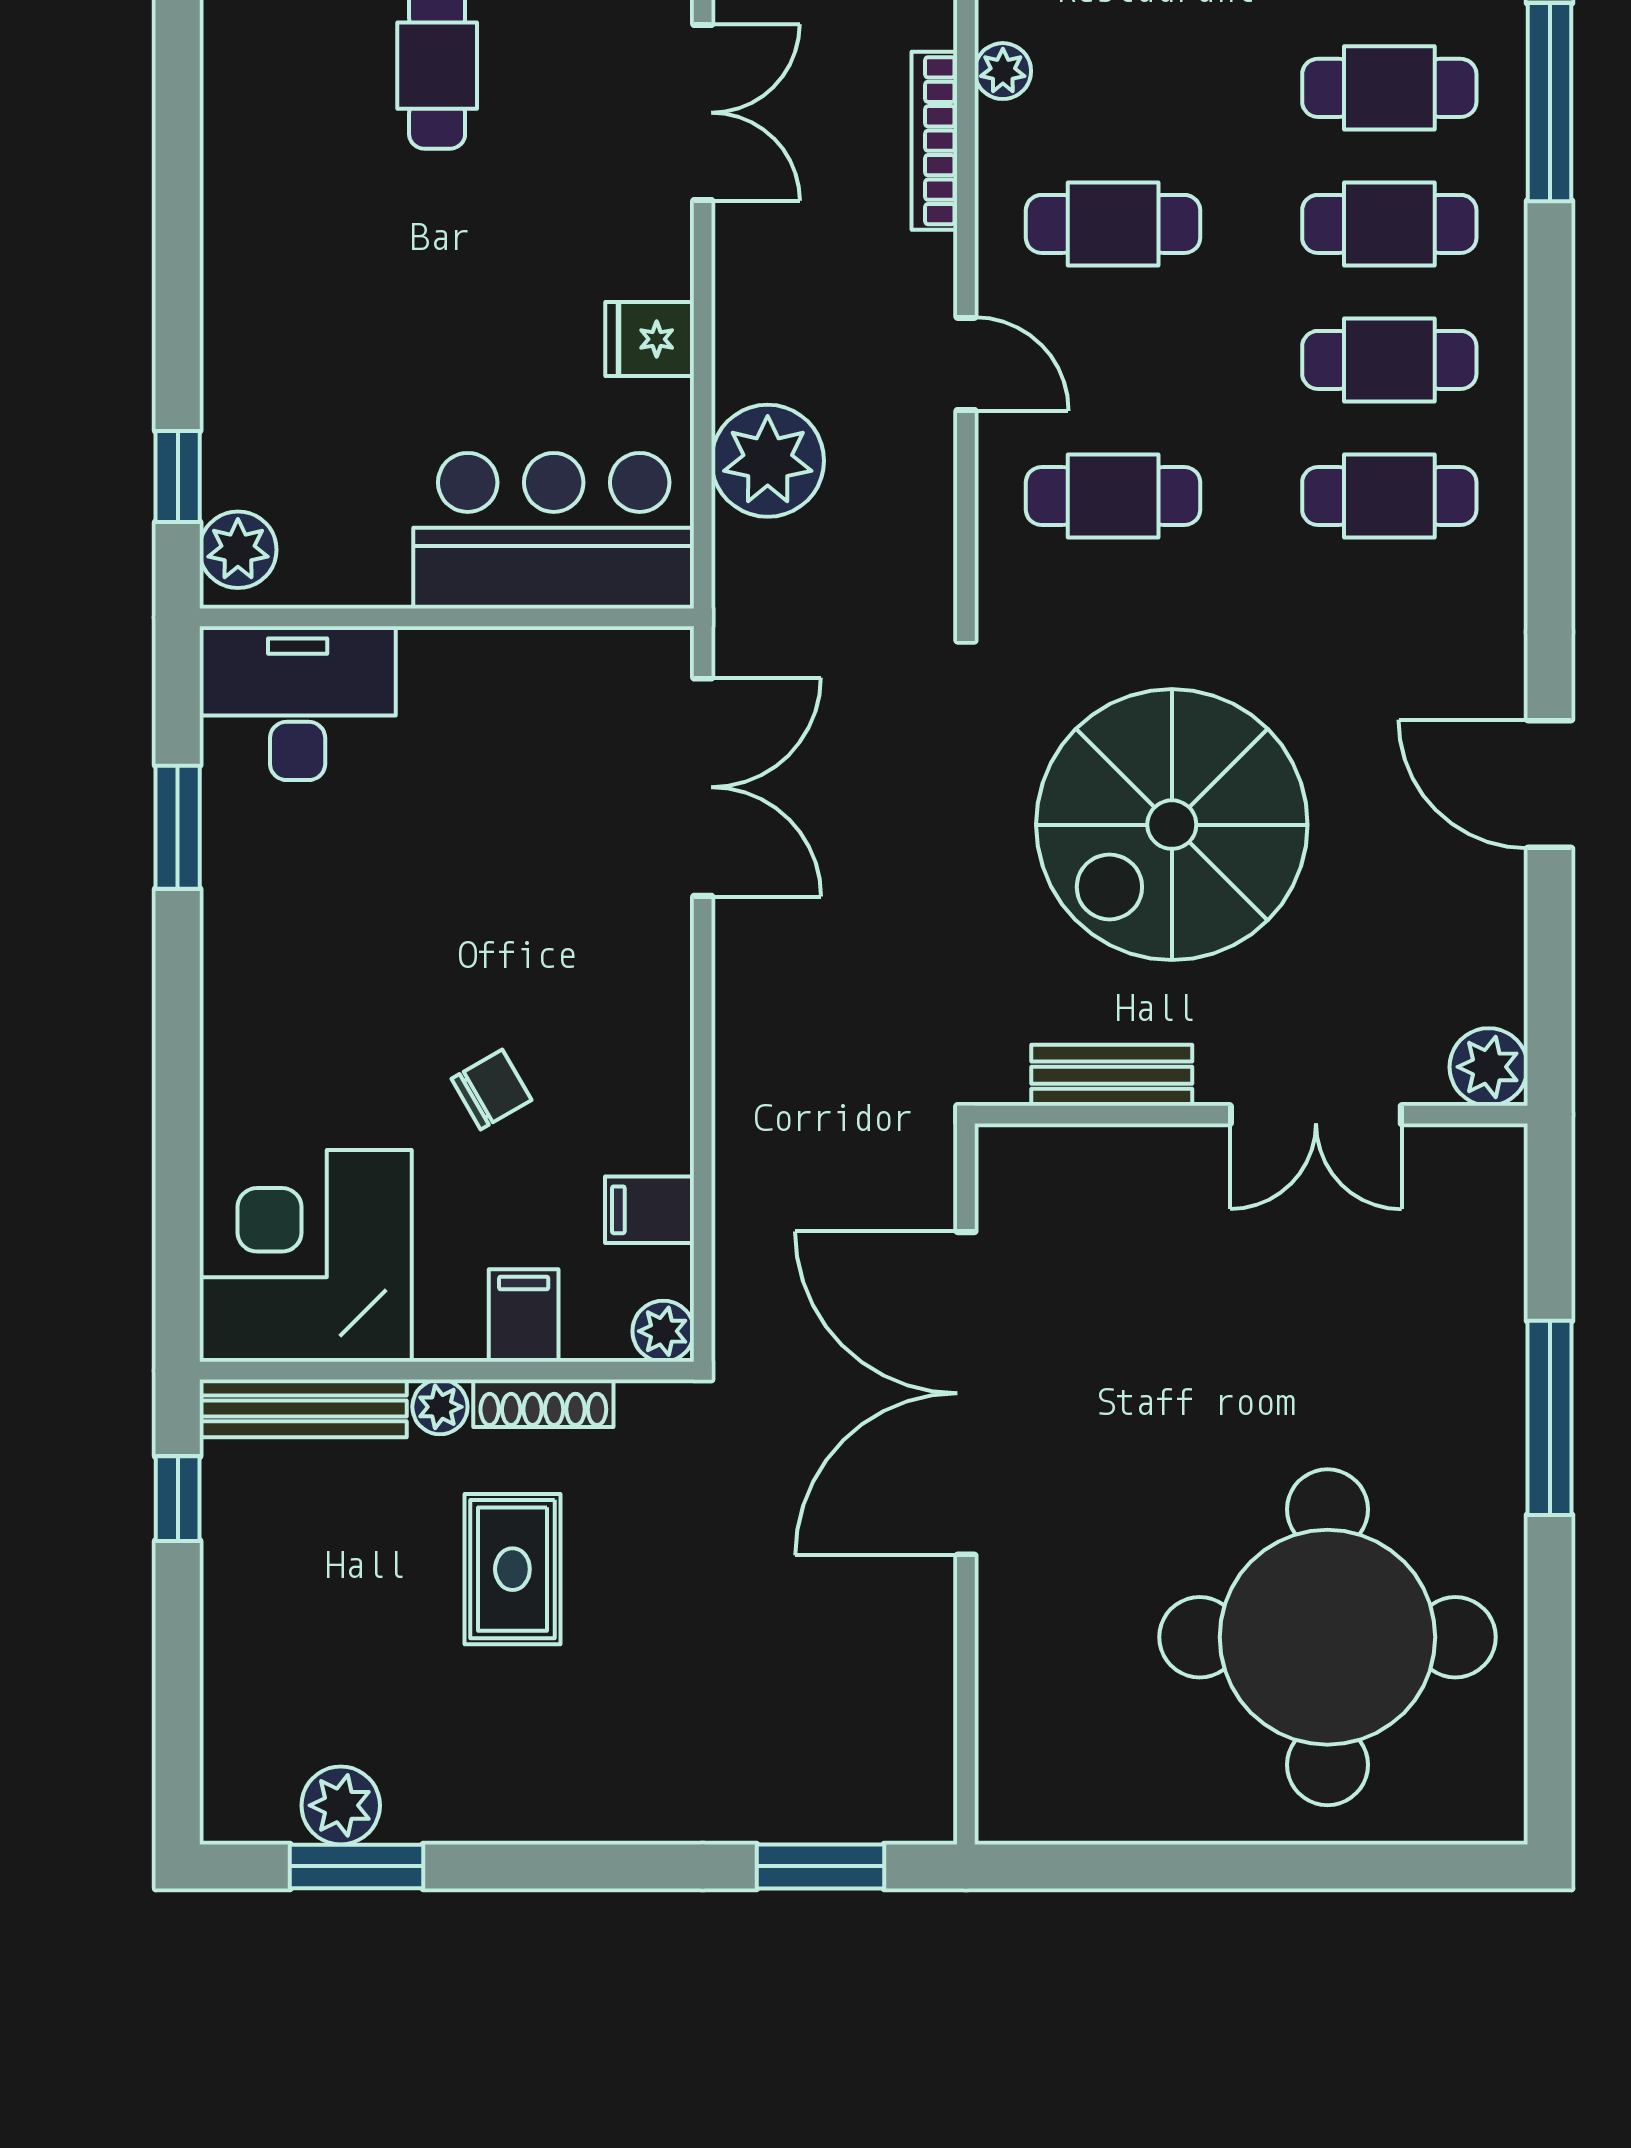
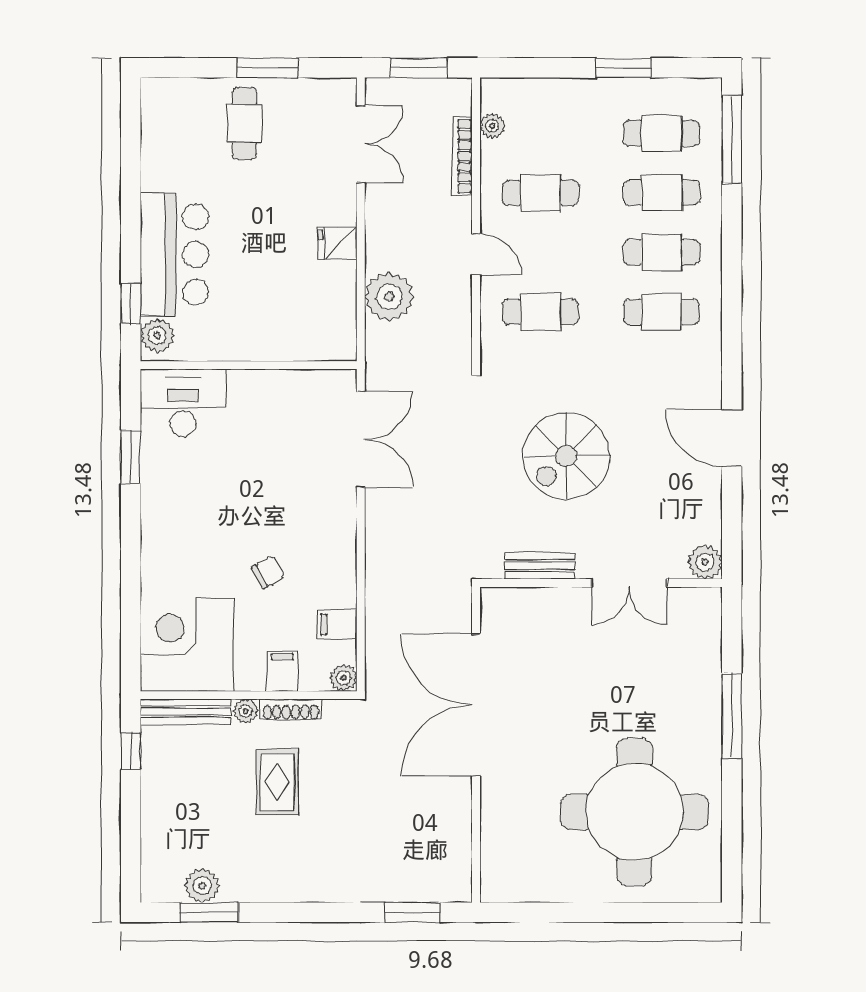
bar counter: (554, 531) -> (174, 255), moved, turned 90
spiral stairs: (1172, 825) -> (566, 456), width x0.73, depth x0.73

